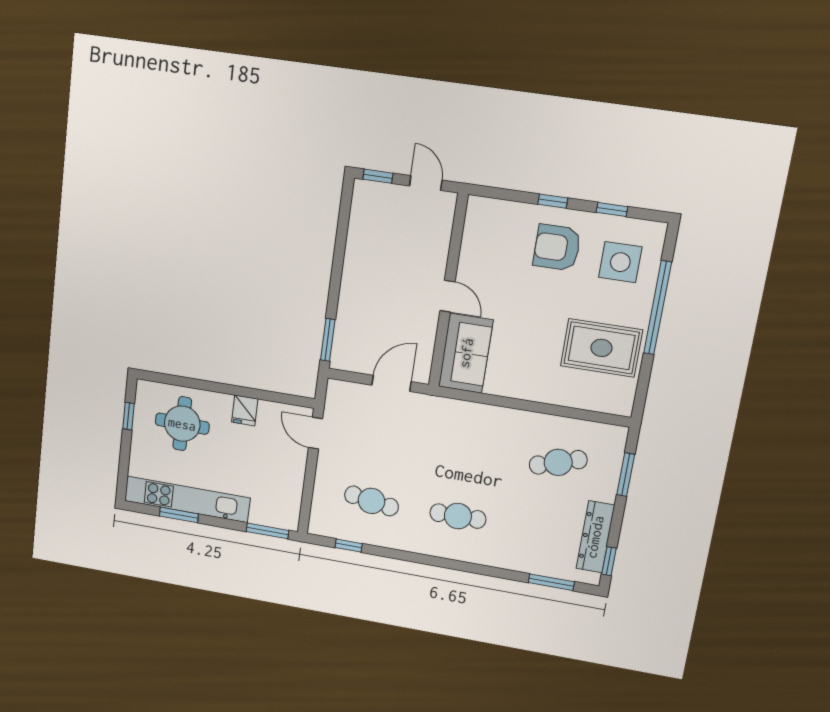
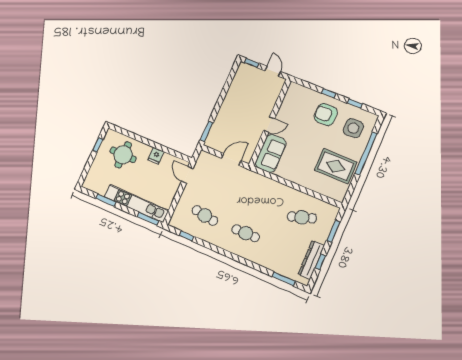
door: (447, 296) -> (269, 125), hinge flipped
kitchen unit: (187, 499) -> (136, 204), moved
window: (609, 561) -> (320, 262), moved

